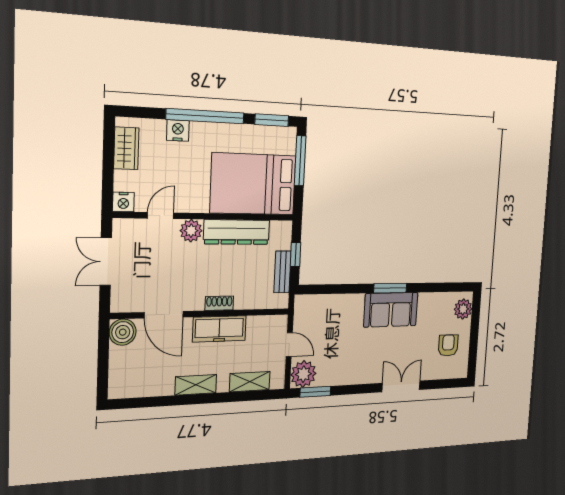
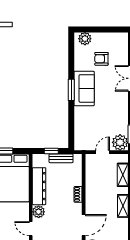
freezer: (219, 329) -> (92, 194), removed
armchair: (448, 345) -> (101, 59), moved

